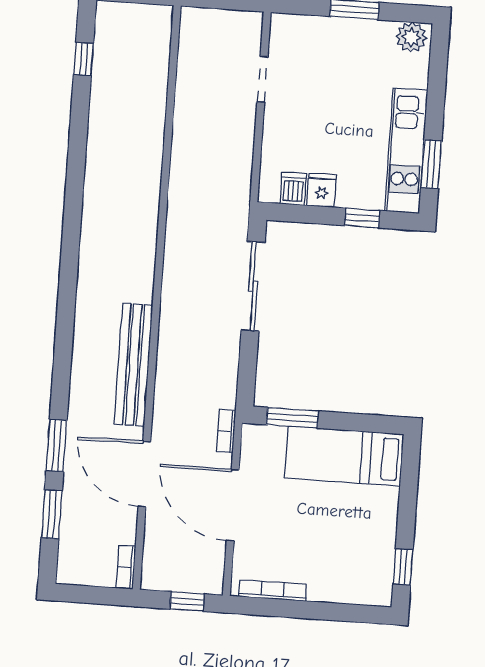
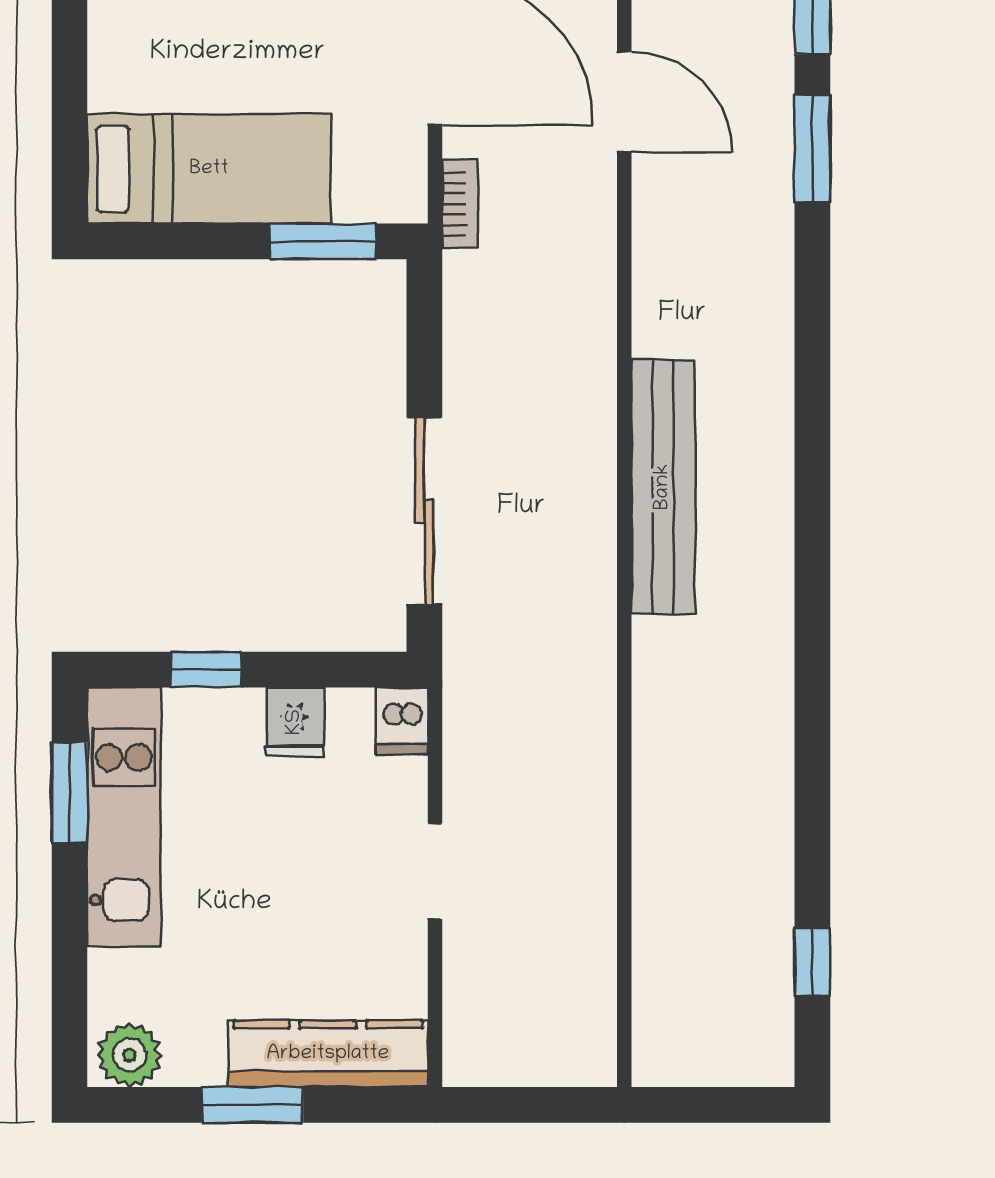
kitchen counter: (317, 31) -> (328, 1054), added
doorway: (262, 80) -> (435, 871), moved
dishwasher: (293, 189) -> (402, 721), moved
bench: (133, 365) -> (663, 487), moved
door: (144, 474) -> (624, 102), width x0.73

